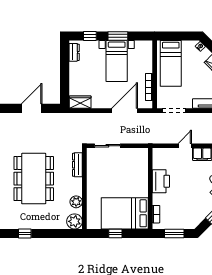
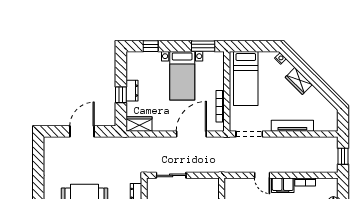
window: (118, 36) -> (203, 46), moved
dresser: (74, 52) -> (132, 91), moved
window: (65, 77) -> (121, 95), added
door: (185, 146) -> (262, 175), swing flipped

